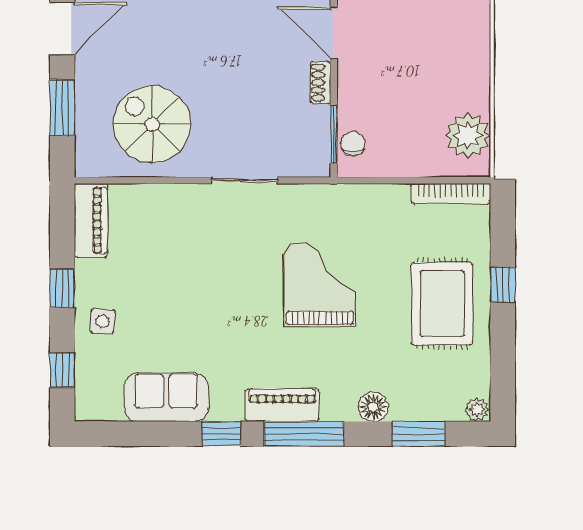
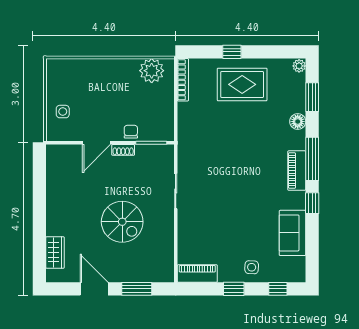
spiral stairs: (152, 124) -> (122, 222), moved, turned -90
chair: (353, 144) -> (131, 132), moved, turned 90
grand piano: (320, 284) -> (232, 150), removed

